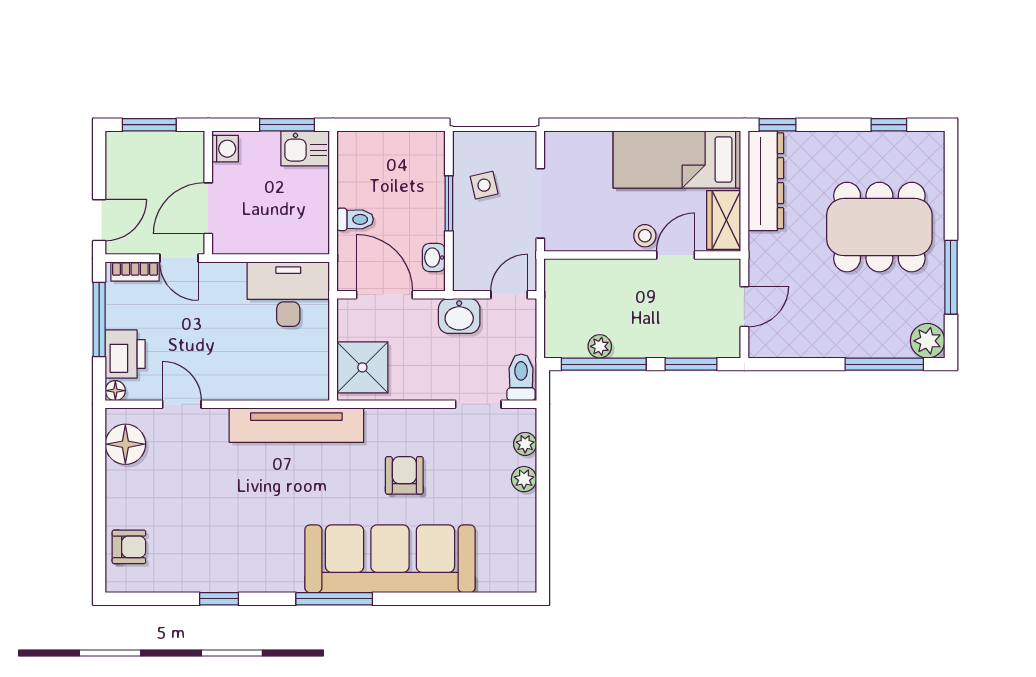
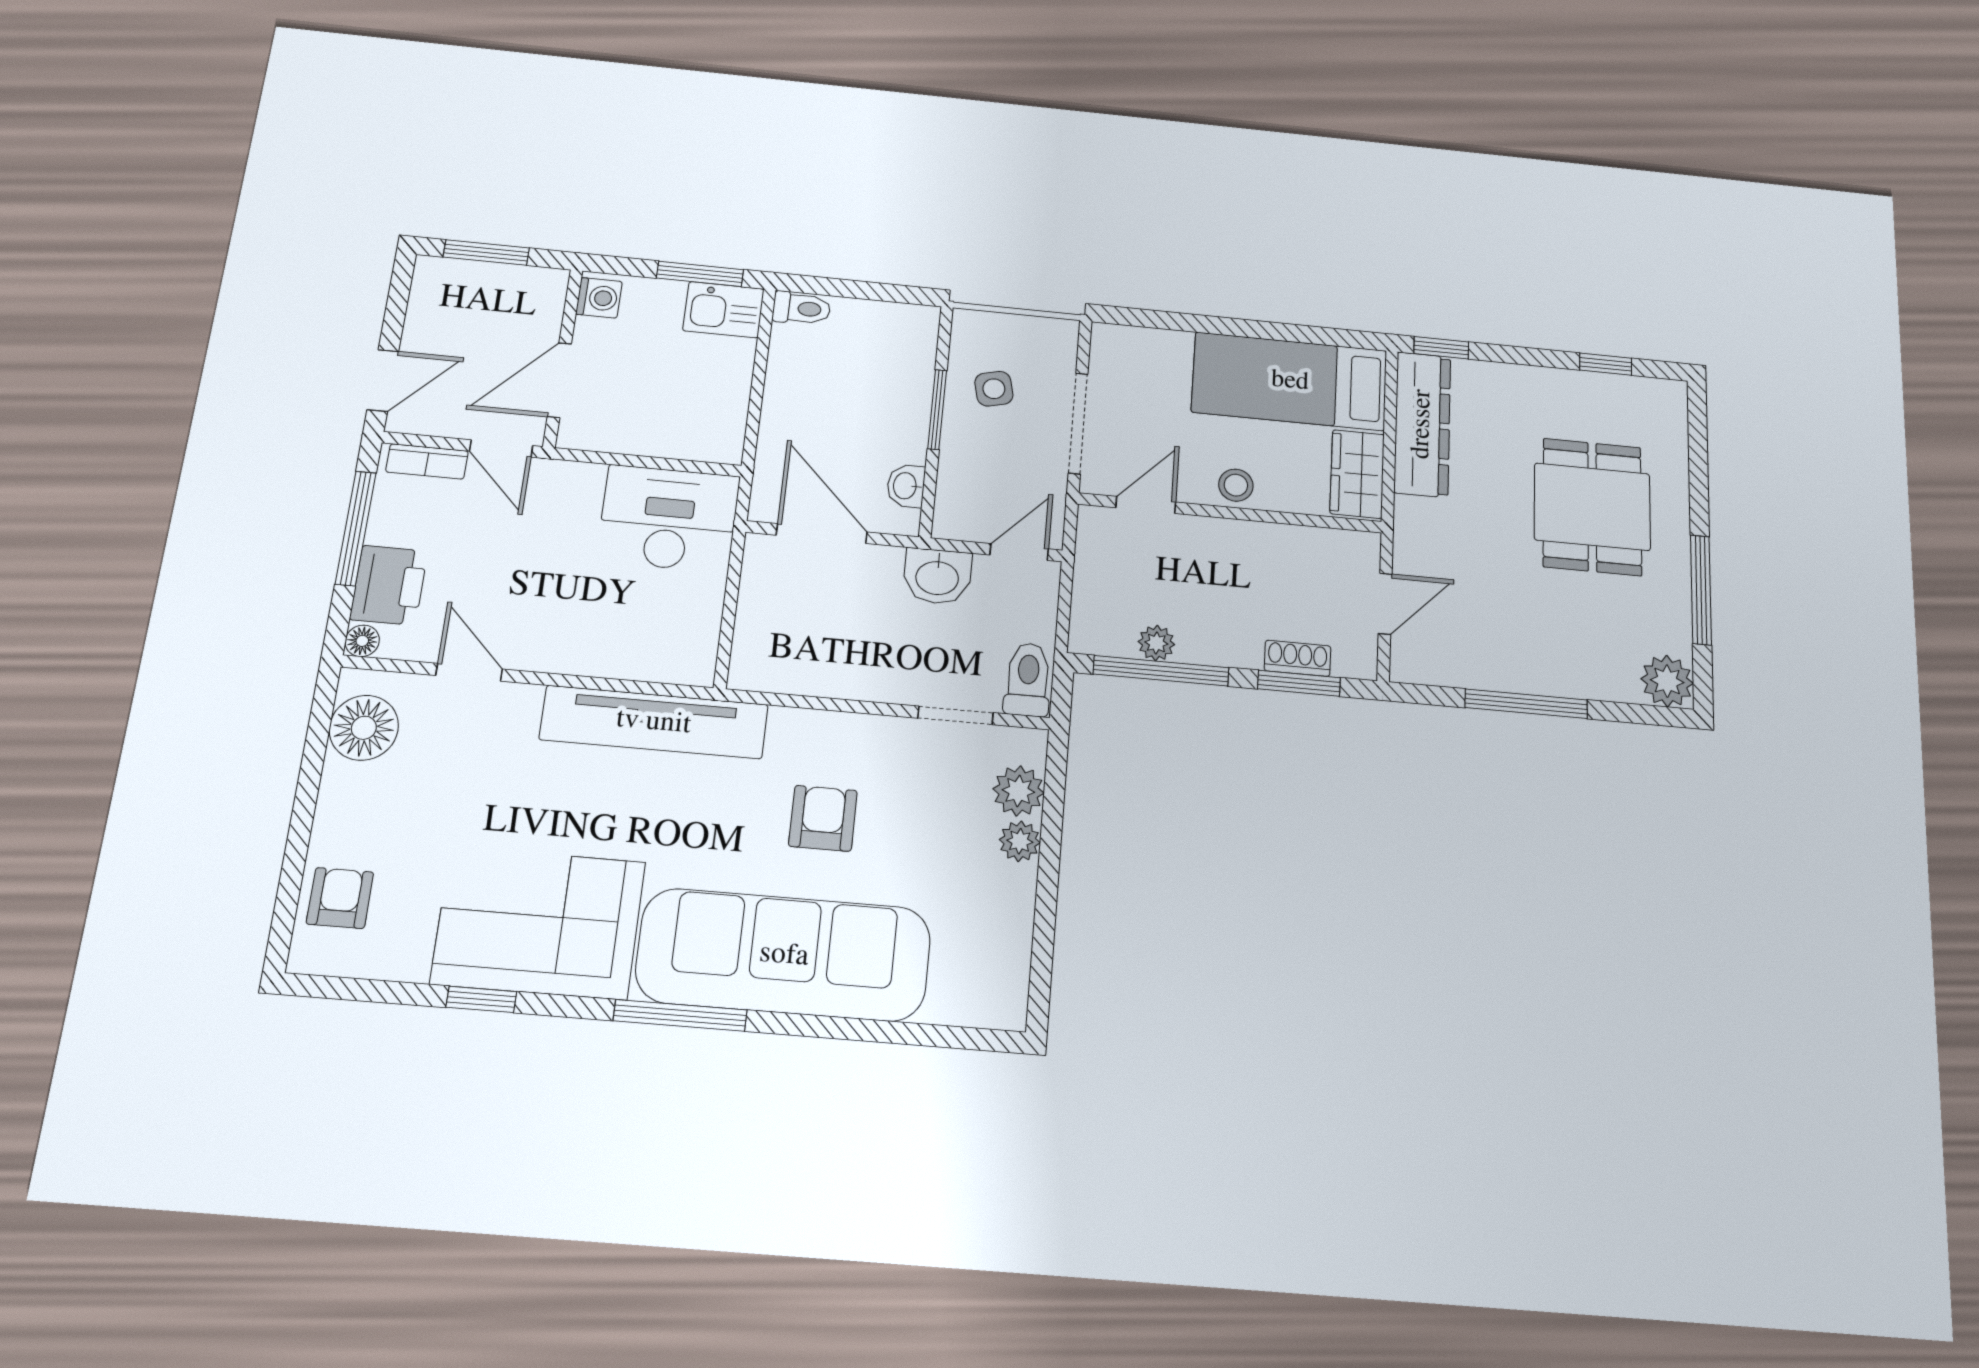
toilet: (355, 219) -> (802, 308), moved
dining table: (879, 227) -> (1592, 507), width x0.73
door: (676, 255) -> (1146, 505), moved
shoe rack: (689, 348) -> (1298, 658), added
window: (884, 364) -> (1526, 704), moved
shower: (362, 367) -> (774, 641), removed
plant: (525, 444) -> (1018, 791), width x1.38, depth x1.38
armchair: (129, 547) -> (340, 898), turned -90
corner sofa: (245, 552) -> (539, 923), added

